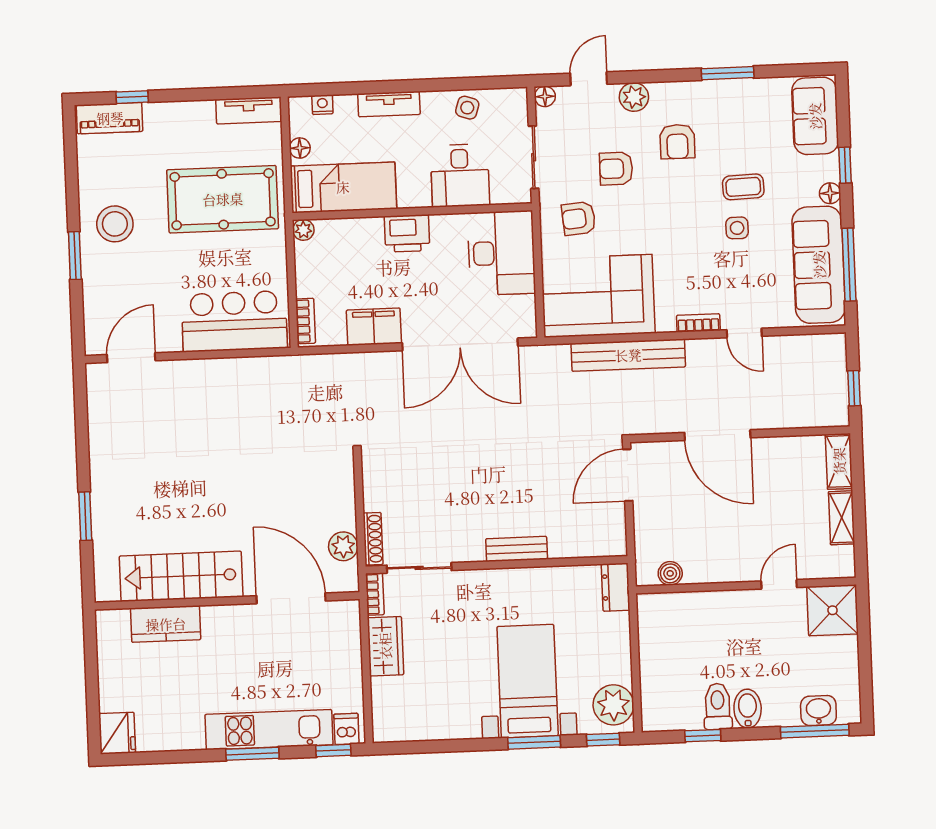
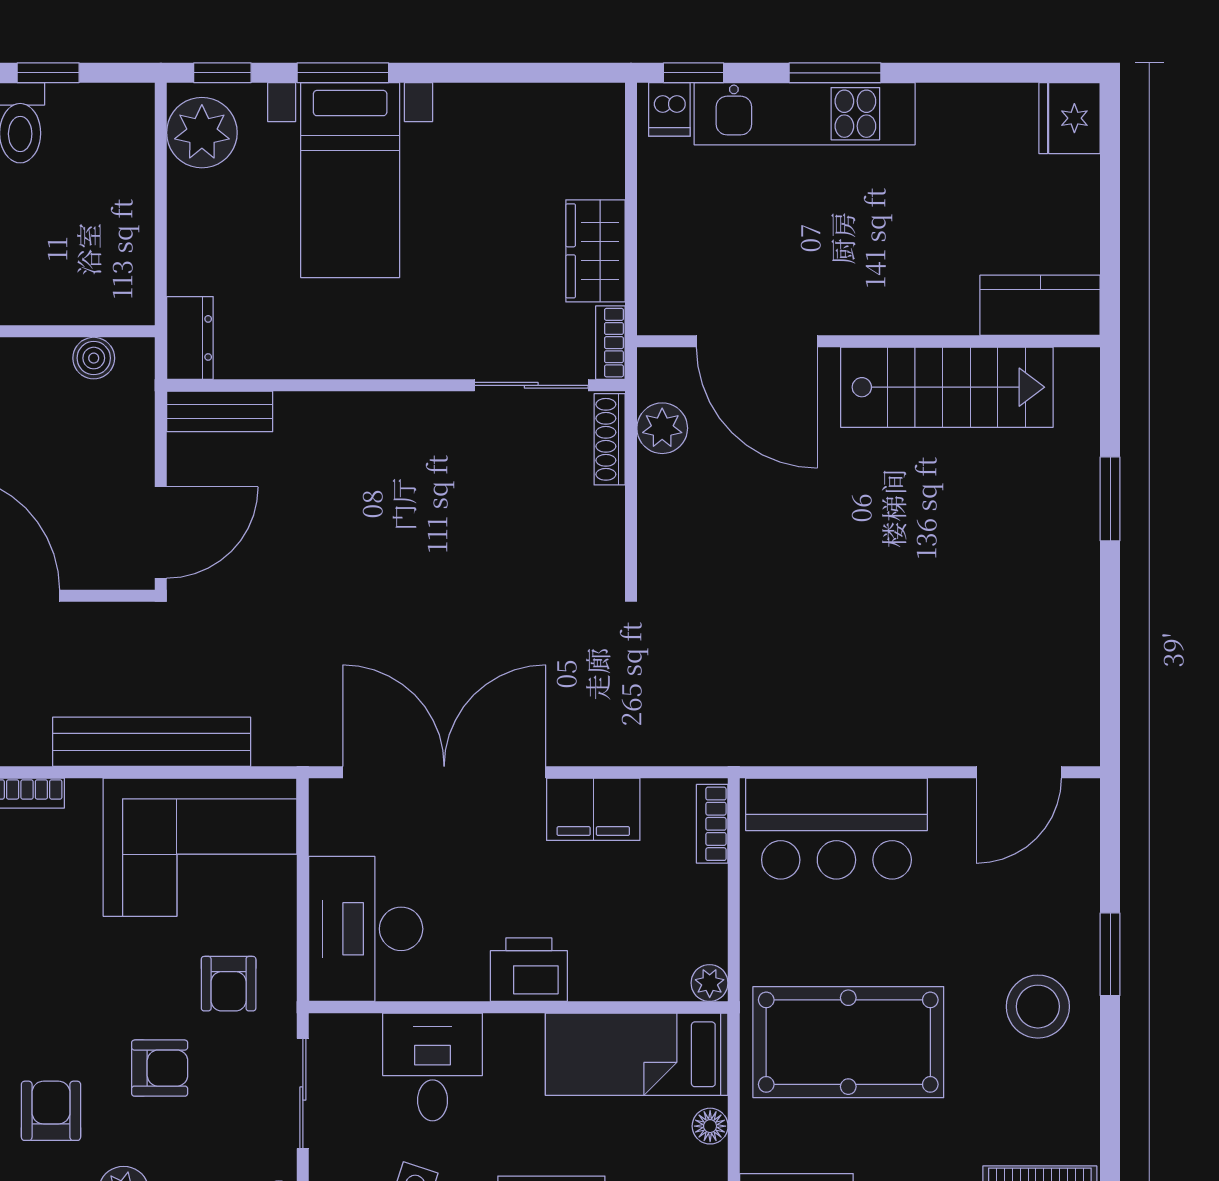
armchair: (579, 218) -> (229, 984), turned 95
bench: (517, 549) -> (220, 411), moved
kitchen counter: (166, 624) -> (1040, 305), moved

